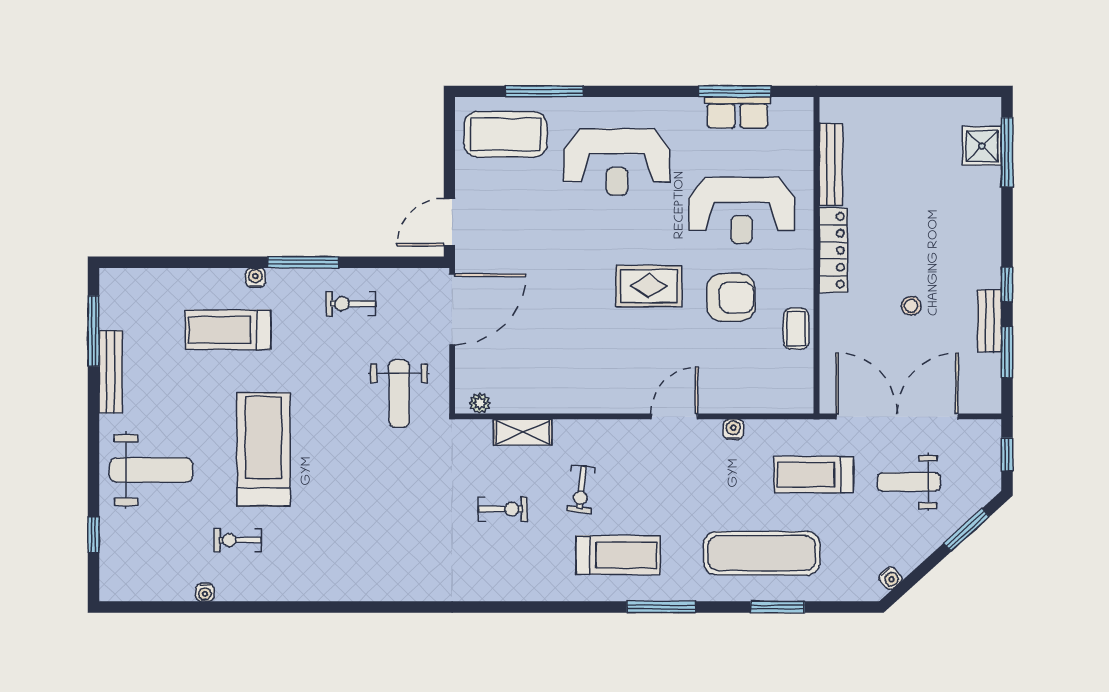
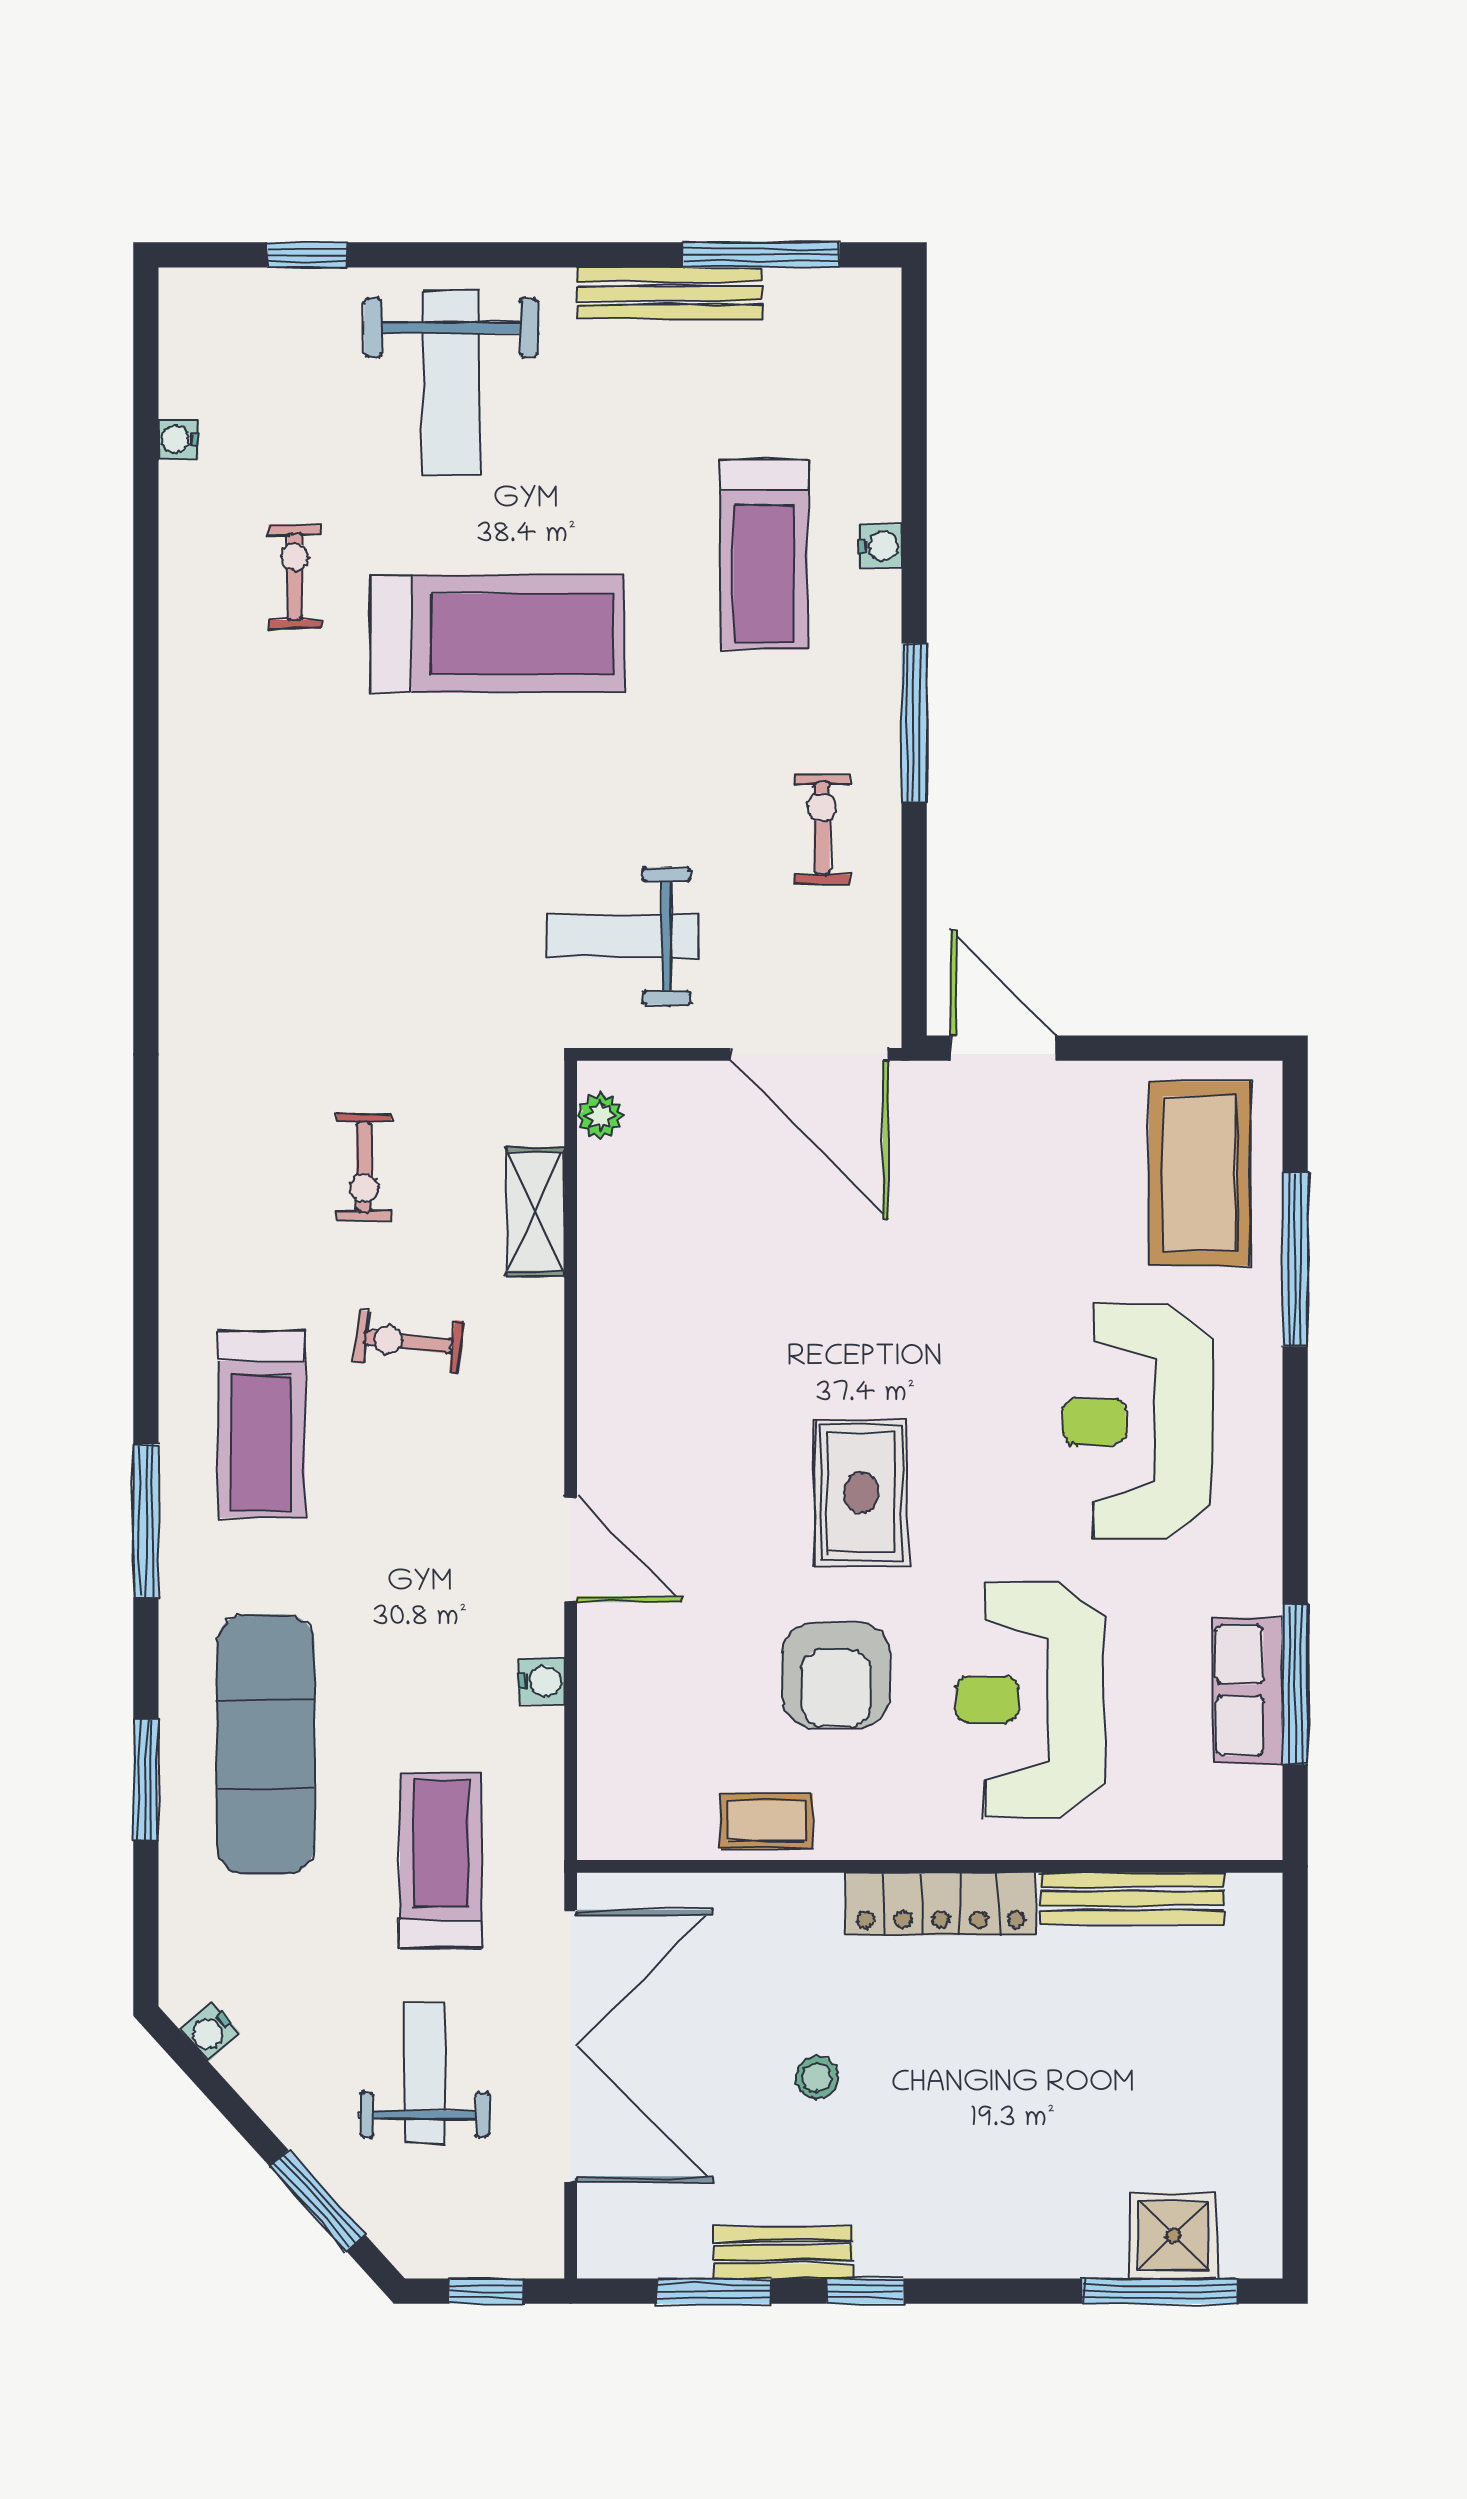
water cooler: (255, 278) -> (880, 546), moved
treadmill: (228, 330) -> (764, 555), turned 180
water cooler: (205, 592) -> (178, 440), moved

